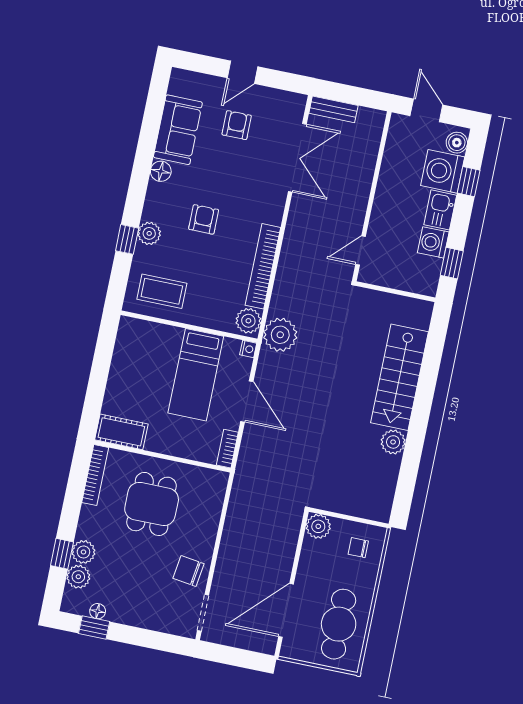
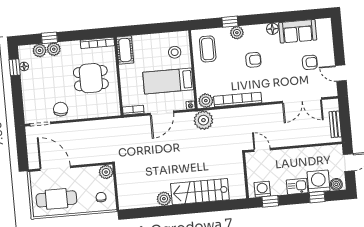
door: (242, 72) -> (341, 73), moved
bench: (333, 109) -> (335, 124), moved
washing machine: (433, 242) -> (262, 189), moved
stool: (151, 349) -> (175, 52), added

